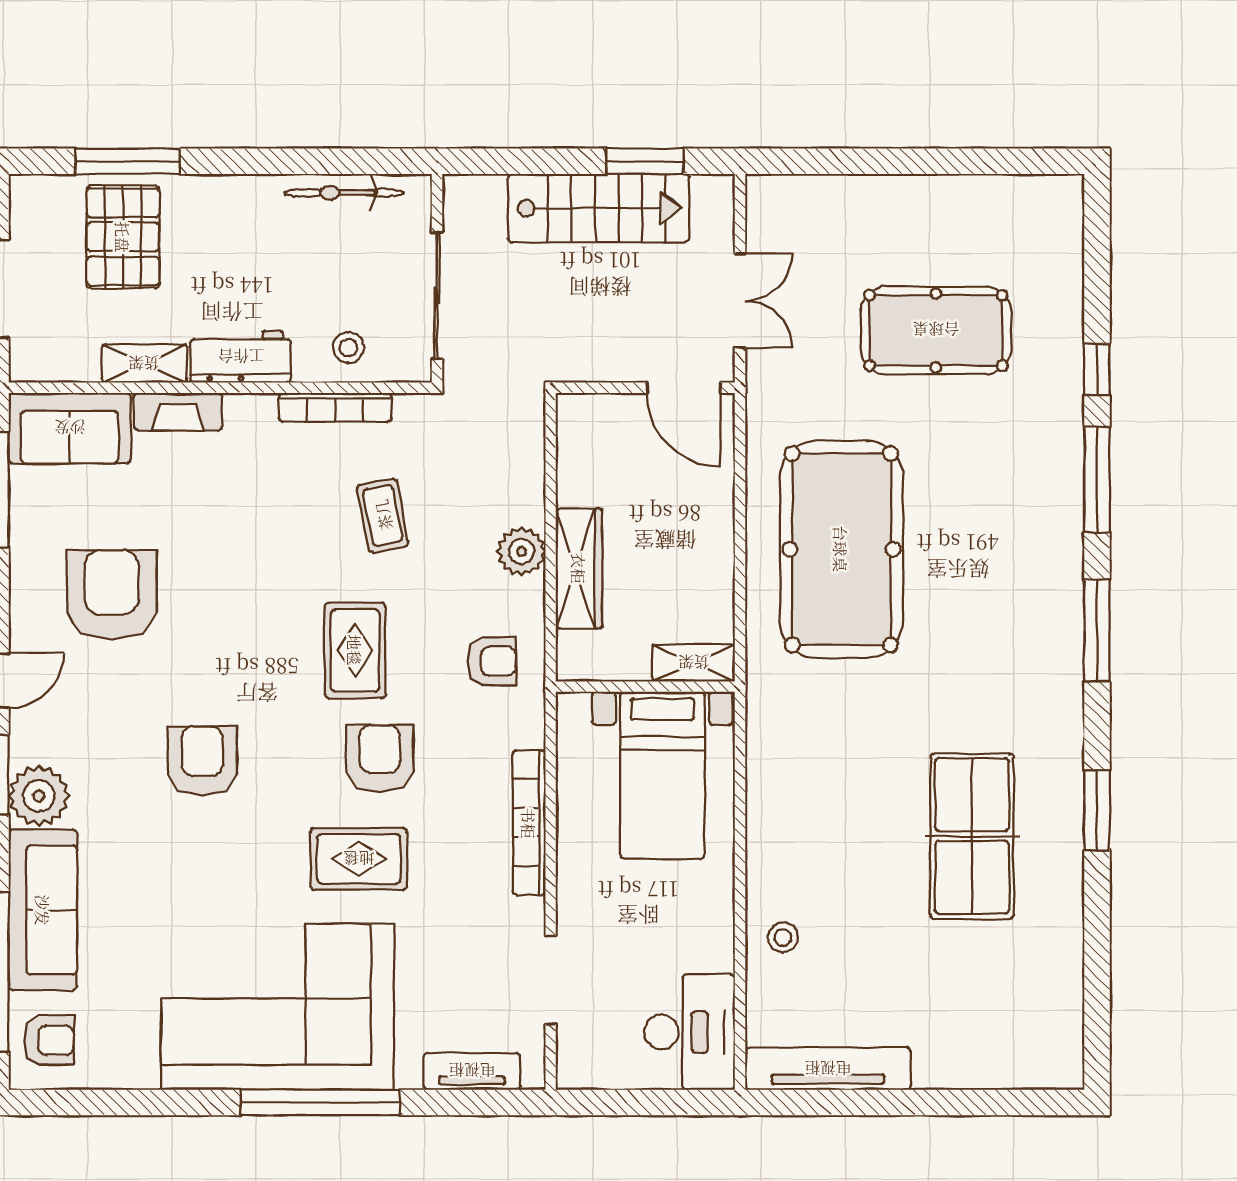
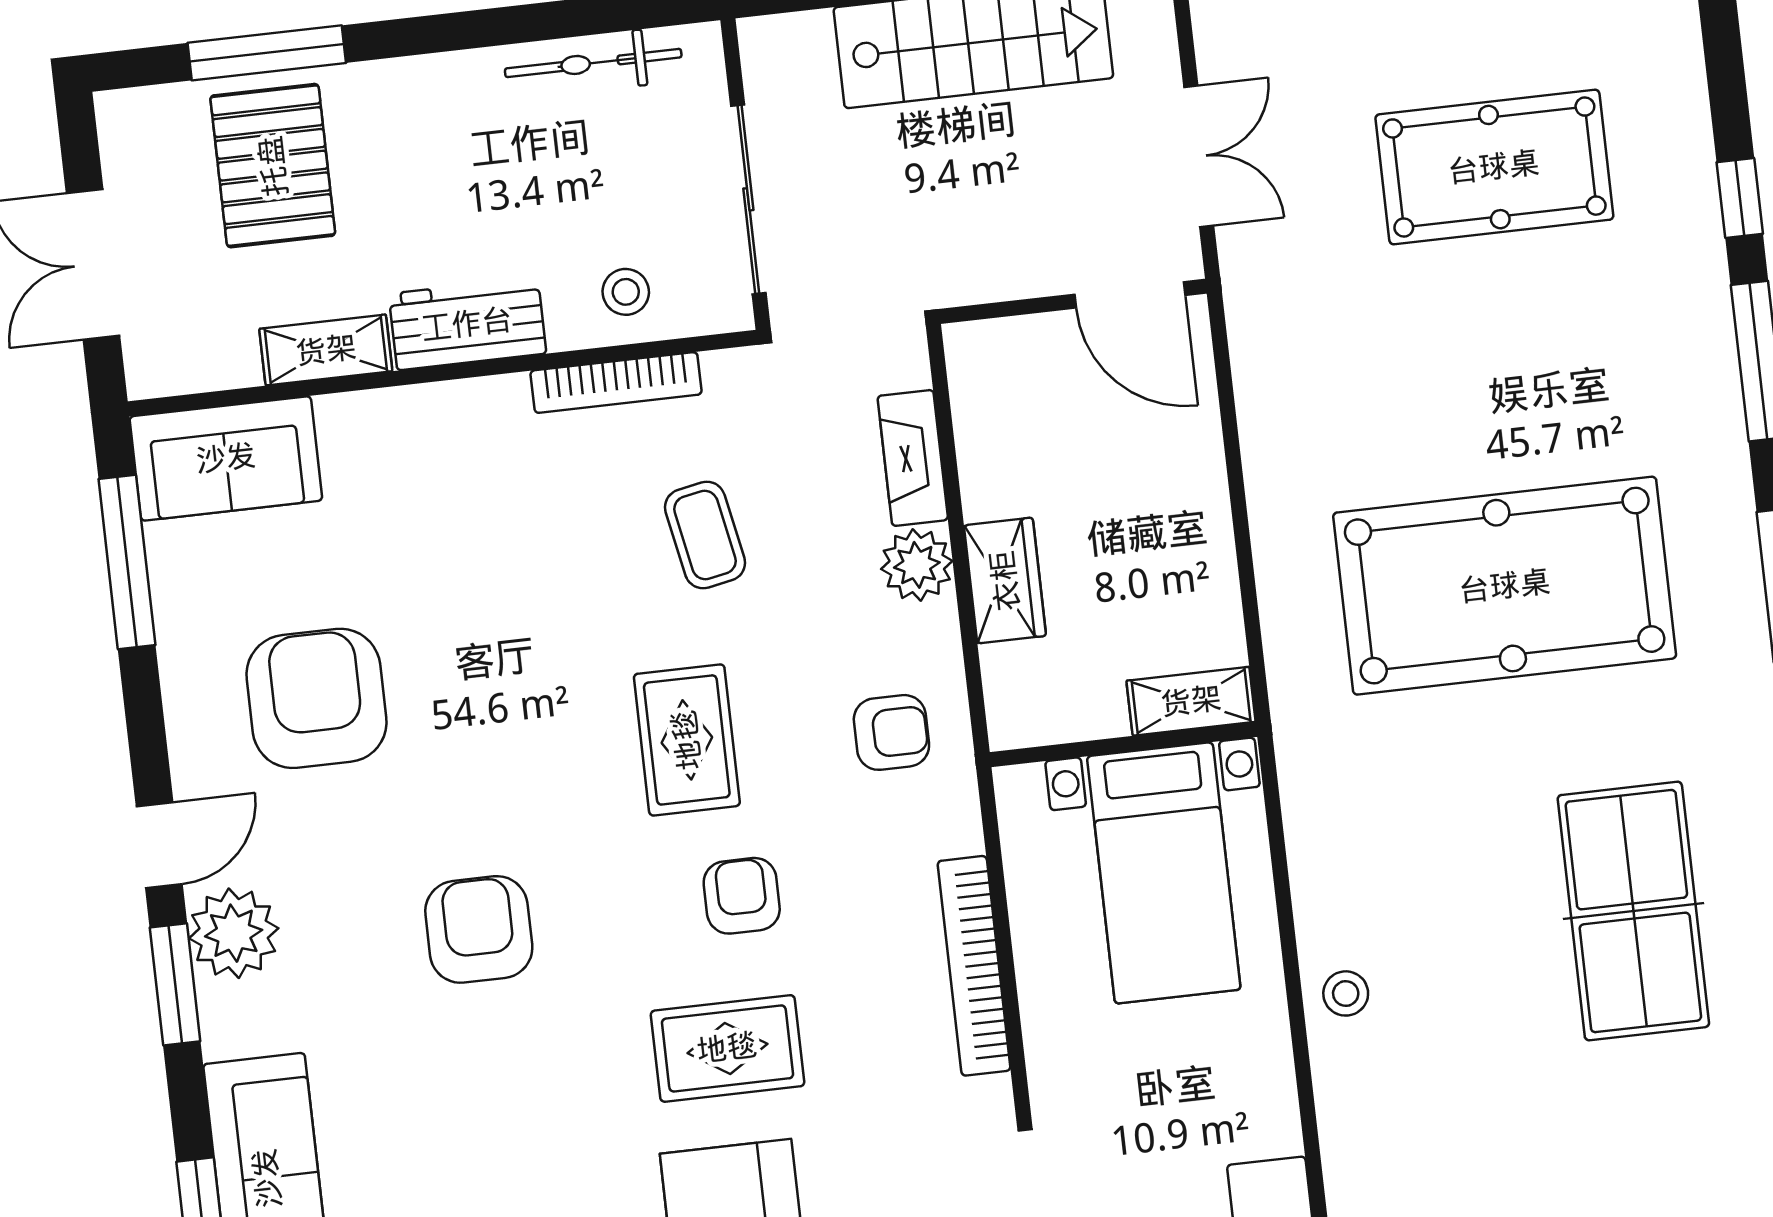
fireplace: (178, 412) -> (913, 458), moved, turned 90
pool table: (841, 549) -> (1505, 586), moved, turned 90
wardrobe: (579, 568) -> (1005, 581), width x0.67
armchair: (380, 758) -> (742, 896), width x0.72, depth x0.72
plant: (39, 796) -> (234, 933), moved
stool: (783, 938) -> (1346, 993), moved

